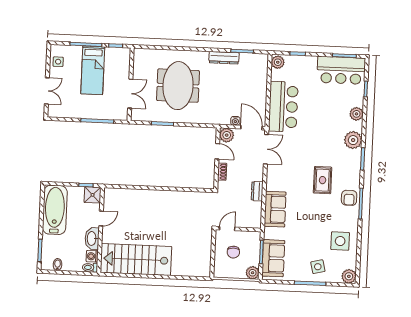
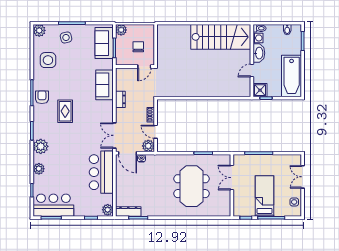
dresser: (224, 58) -> (128, 212), moved

